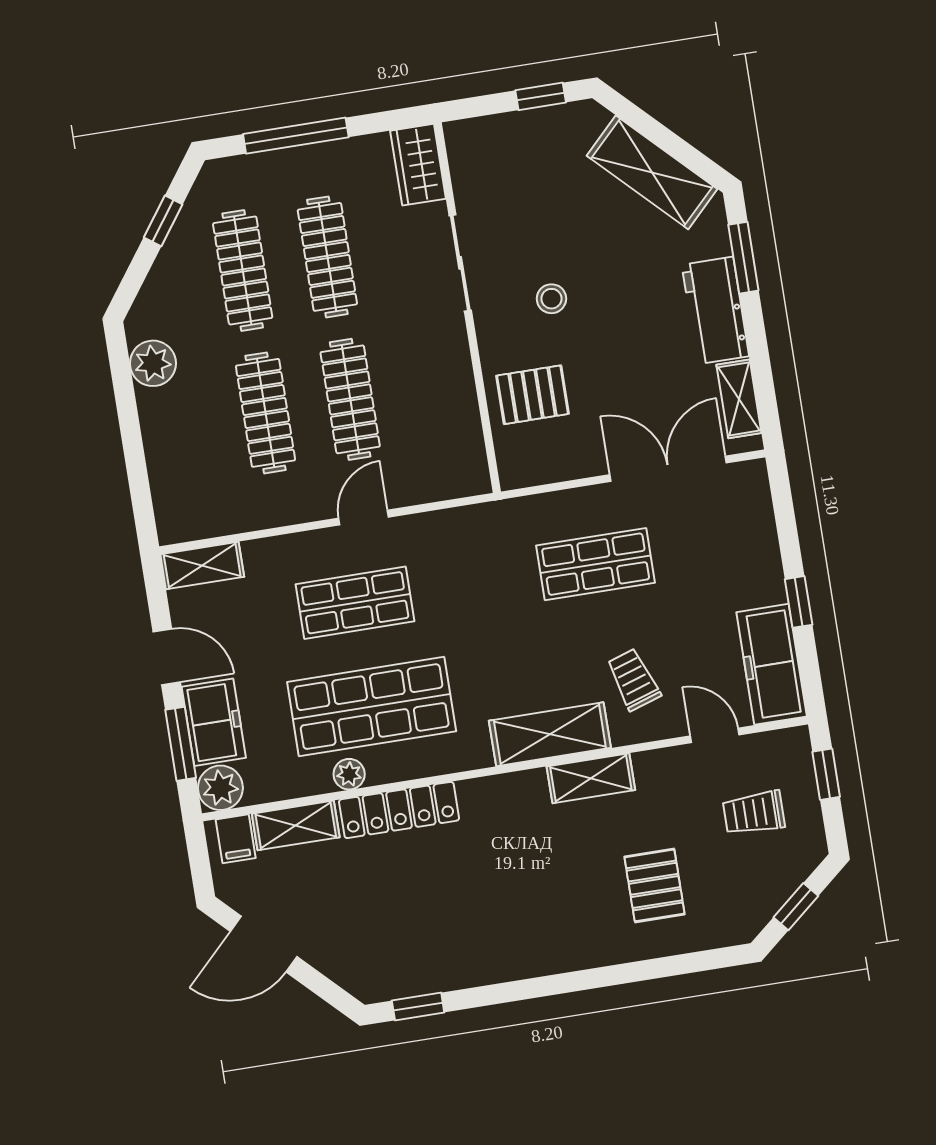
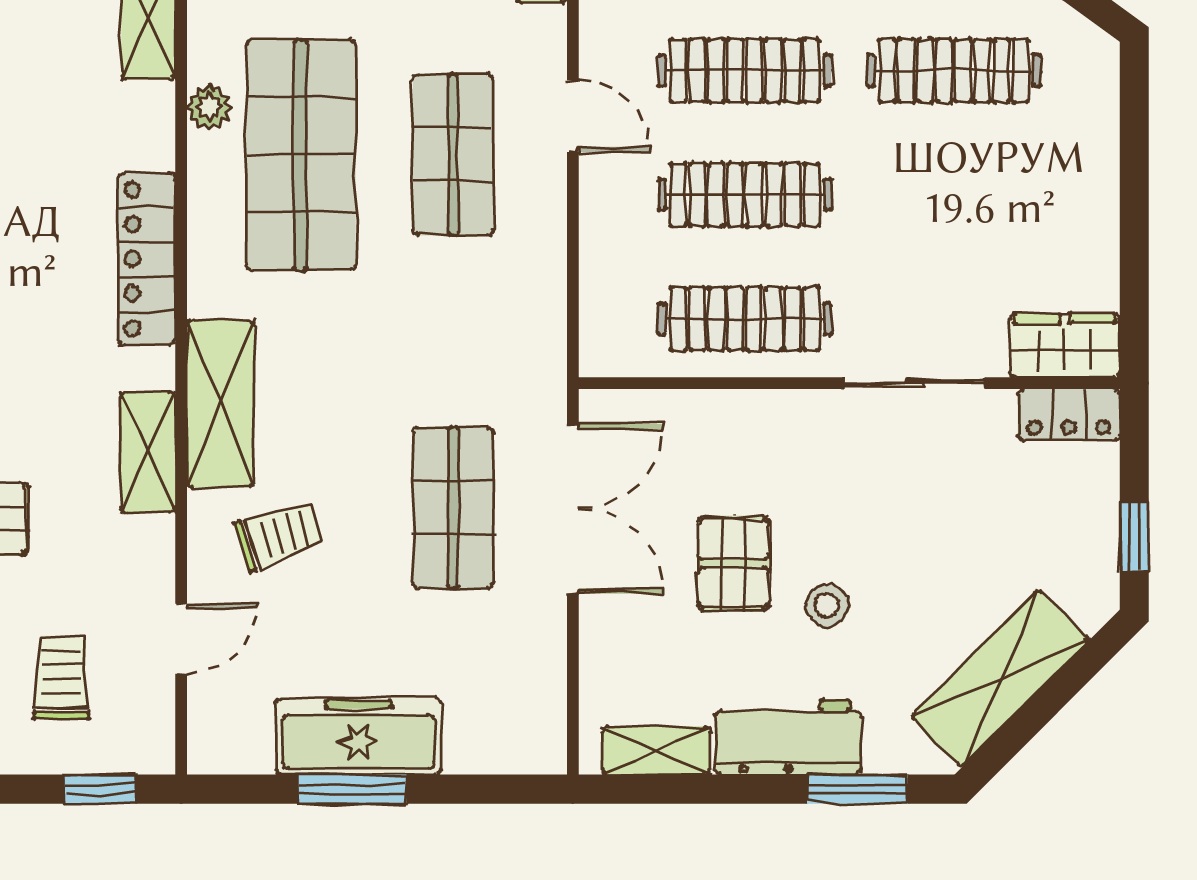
window: (296, 136) -> (1134, 177), removed
locker: (465, 154) -> (1069, 415), added
clothes rail: (327, 257) -> (745, 319), moved
stool: (551, 299) -> (827, 605), moved
pallet: (533, 395) -> (734, 563), moved
double door: (668, 469) -> (573, 509), moved
door: (364, 518) -> (573, 116), moved
window: (799, 602) -> (353, 789), width x1.50
freezer: (772, 664) -> (358, 736), moved
locker: (399, 810) -> (147, 259), moved

